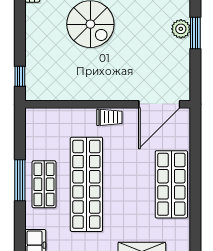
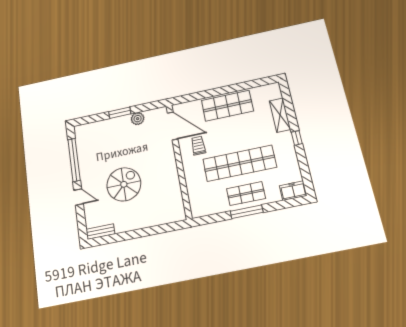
plant: (181, 29) -> (138, 119), moved
window: (20, 76) -> (169, 227), removed
trolley: (109, 117) -> (198, 146), moved

